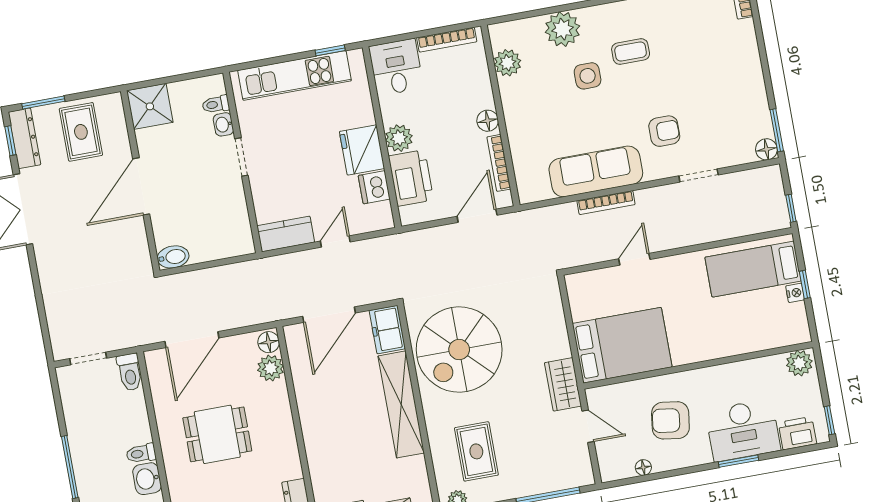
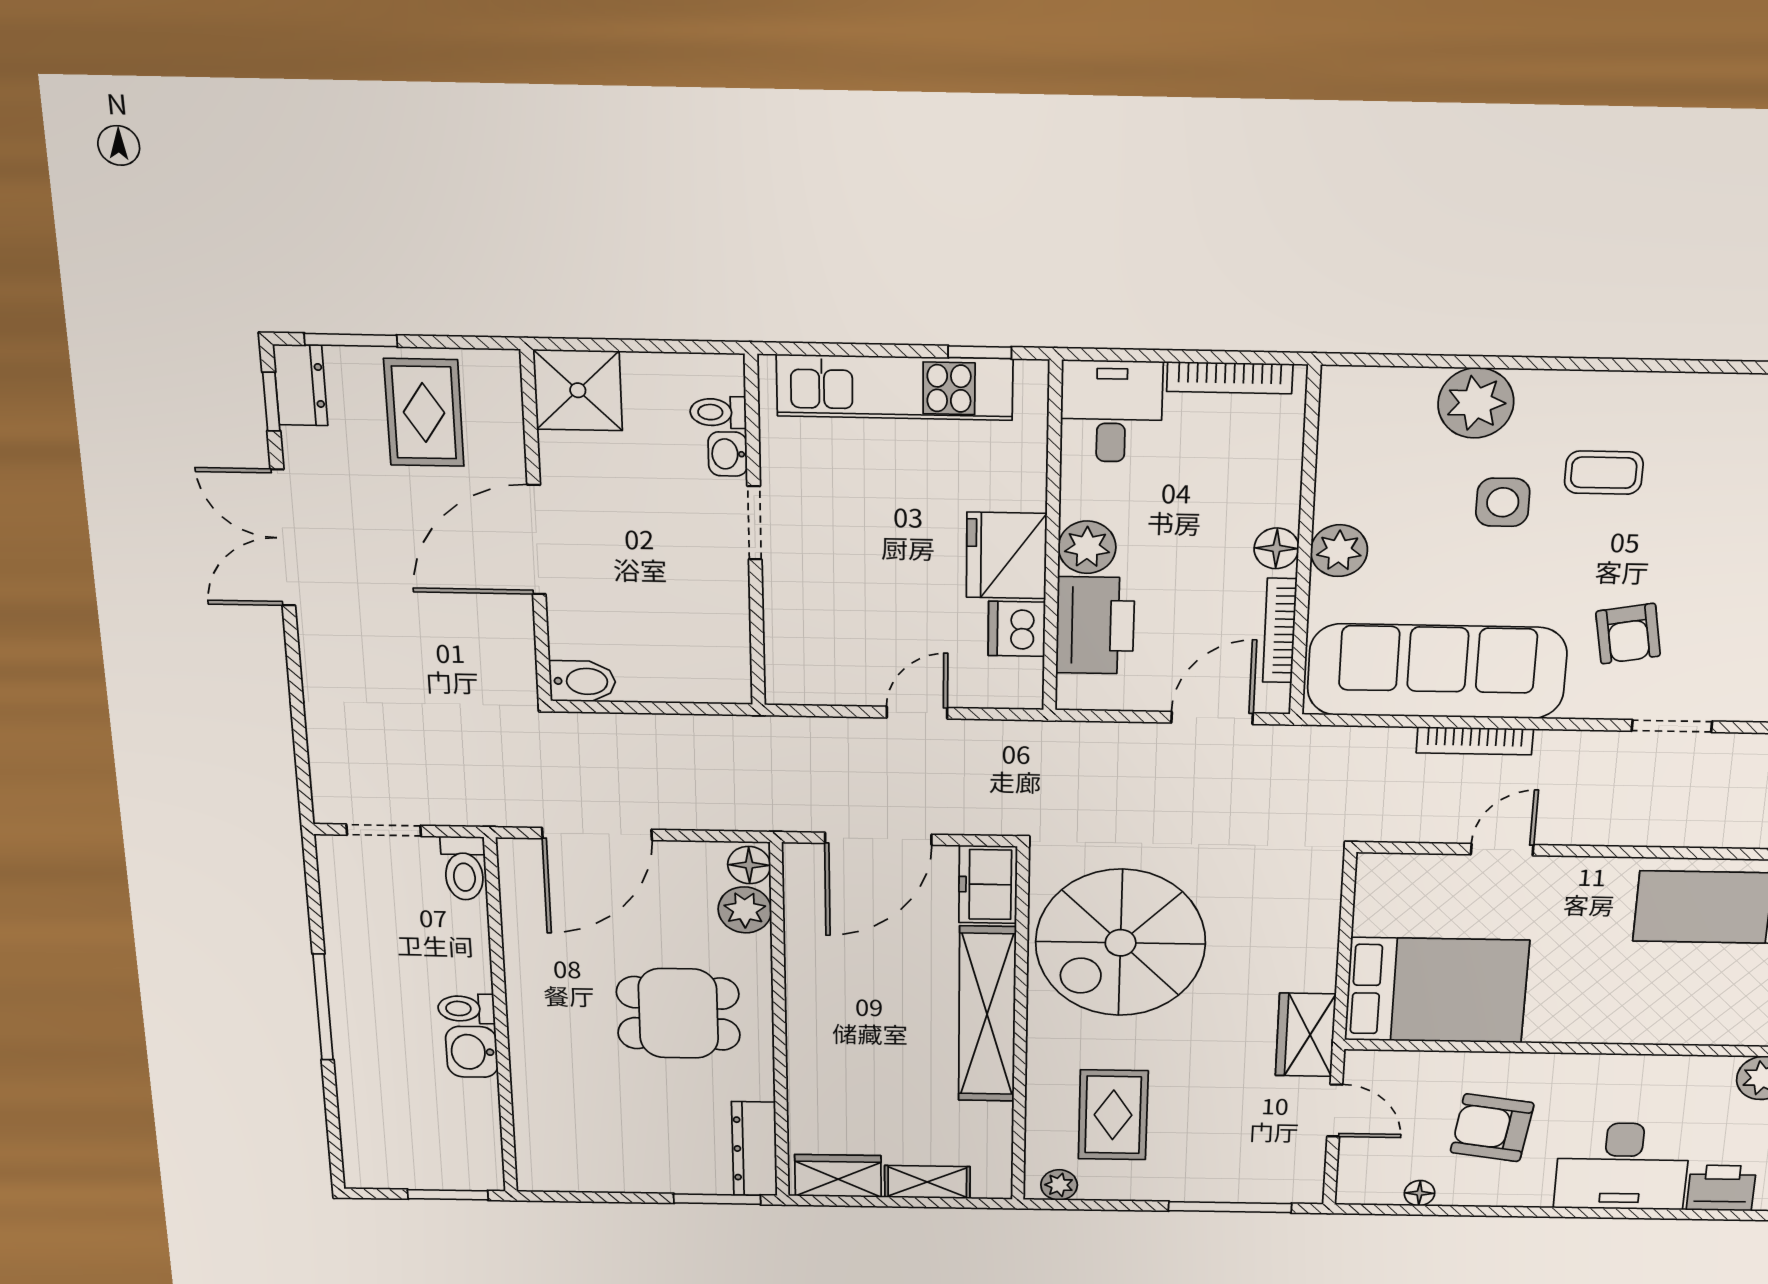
plant: (508, 63) -> (1339, 551), moved
armchair: (664, 131) -> (1628, 634), turned 80
dresser: (24, 138) -> (300, 385), width x0.70
sofa: (596, 171) -> (1437, 671), width x1.36, depth x1.27
kitchen counter: (286, 234) -> (819, 681), removed
dining table: (217, 434) -> (678, 1013), moved
window: (738, 461) -> (1598, 1213), removed

